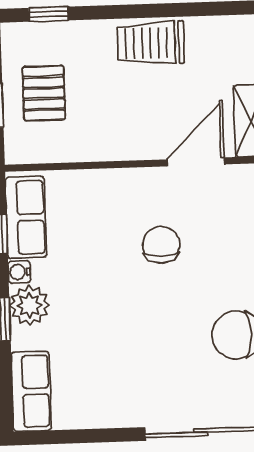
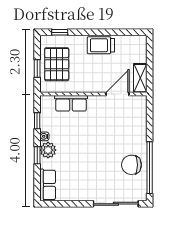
pallet: (44, 93) -> (57, 64), width x1.50, depth x1.42
row of seats: (26, 217) -> (71, 103), moved, turned 90
chair: (161, 245) -> (102, 127), removed

